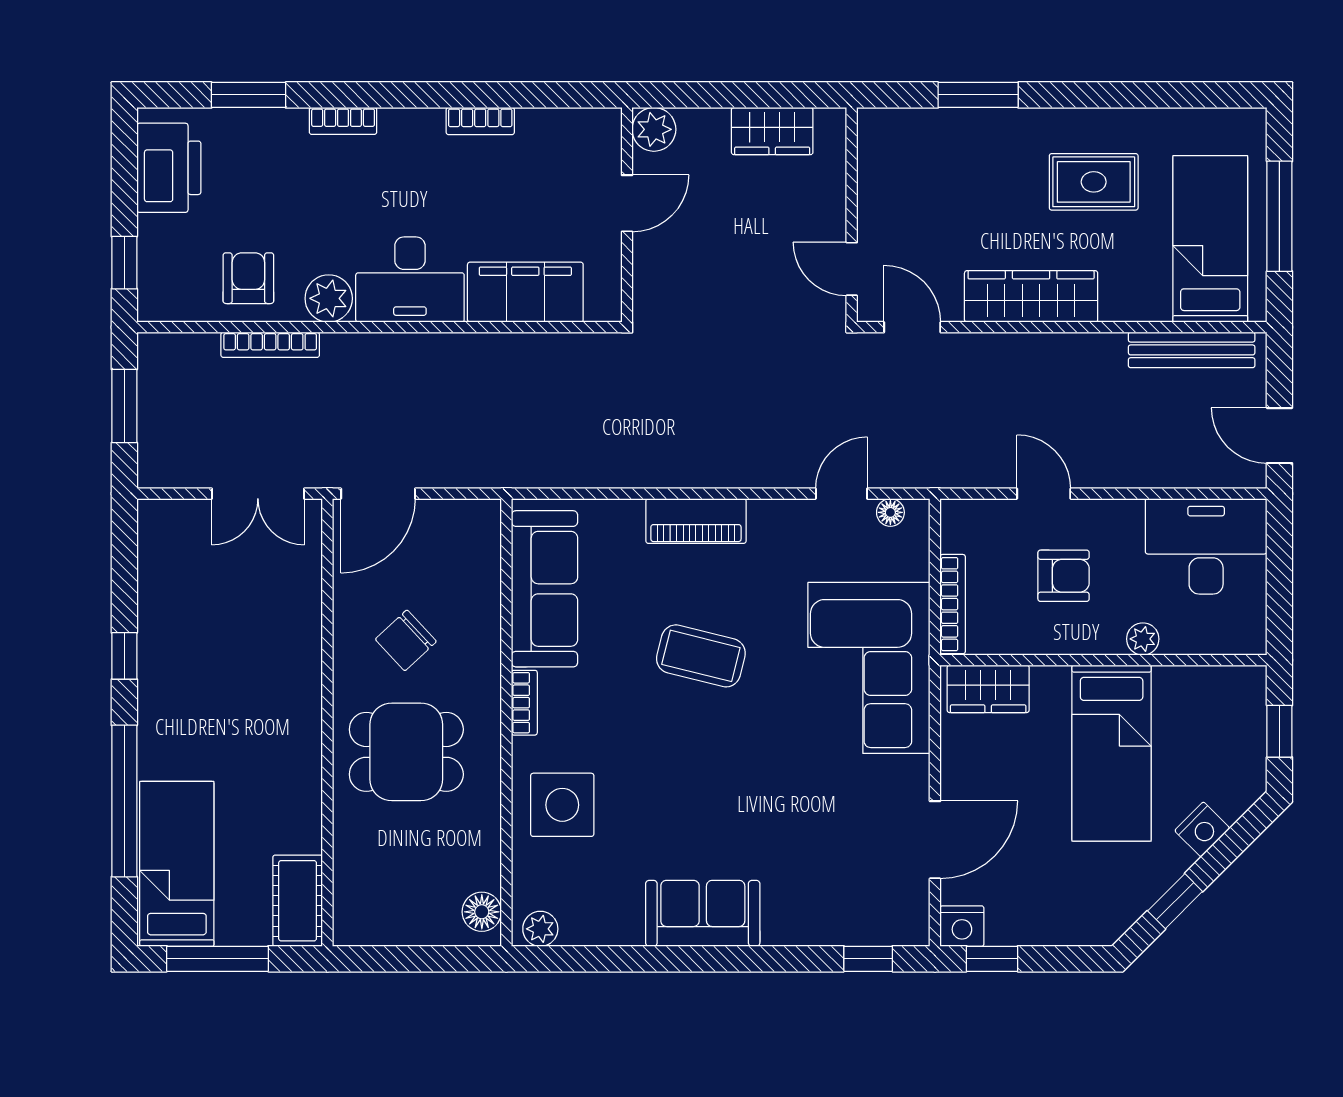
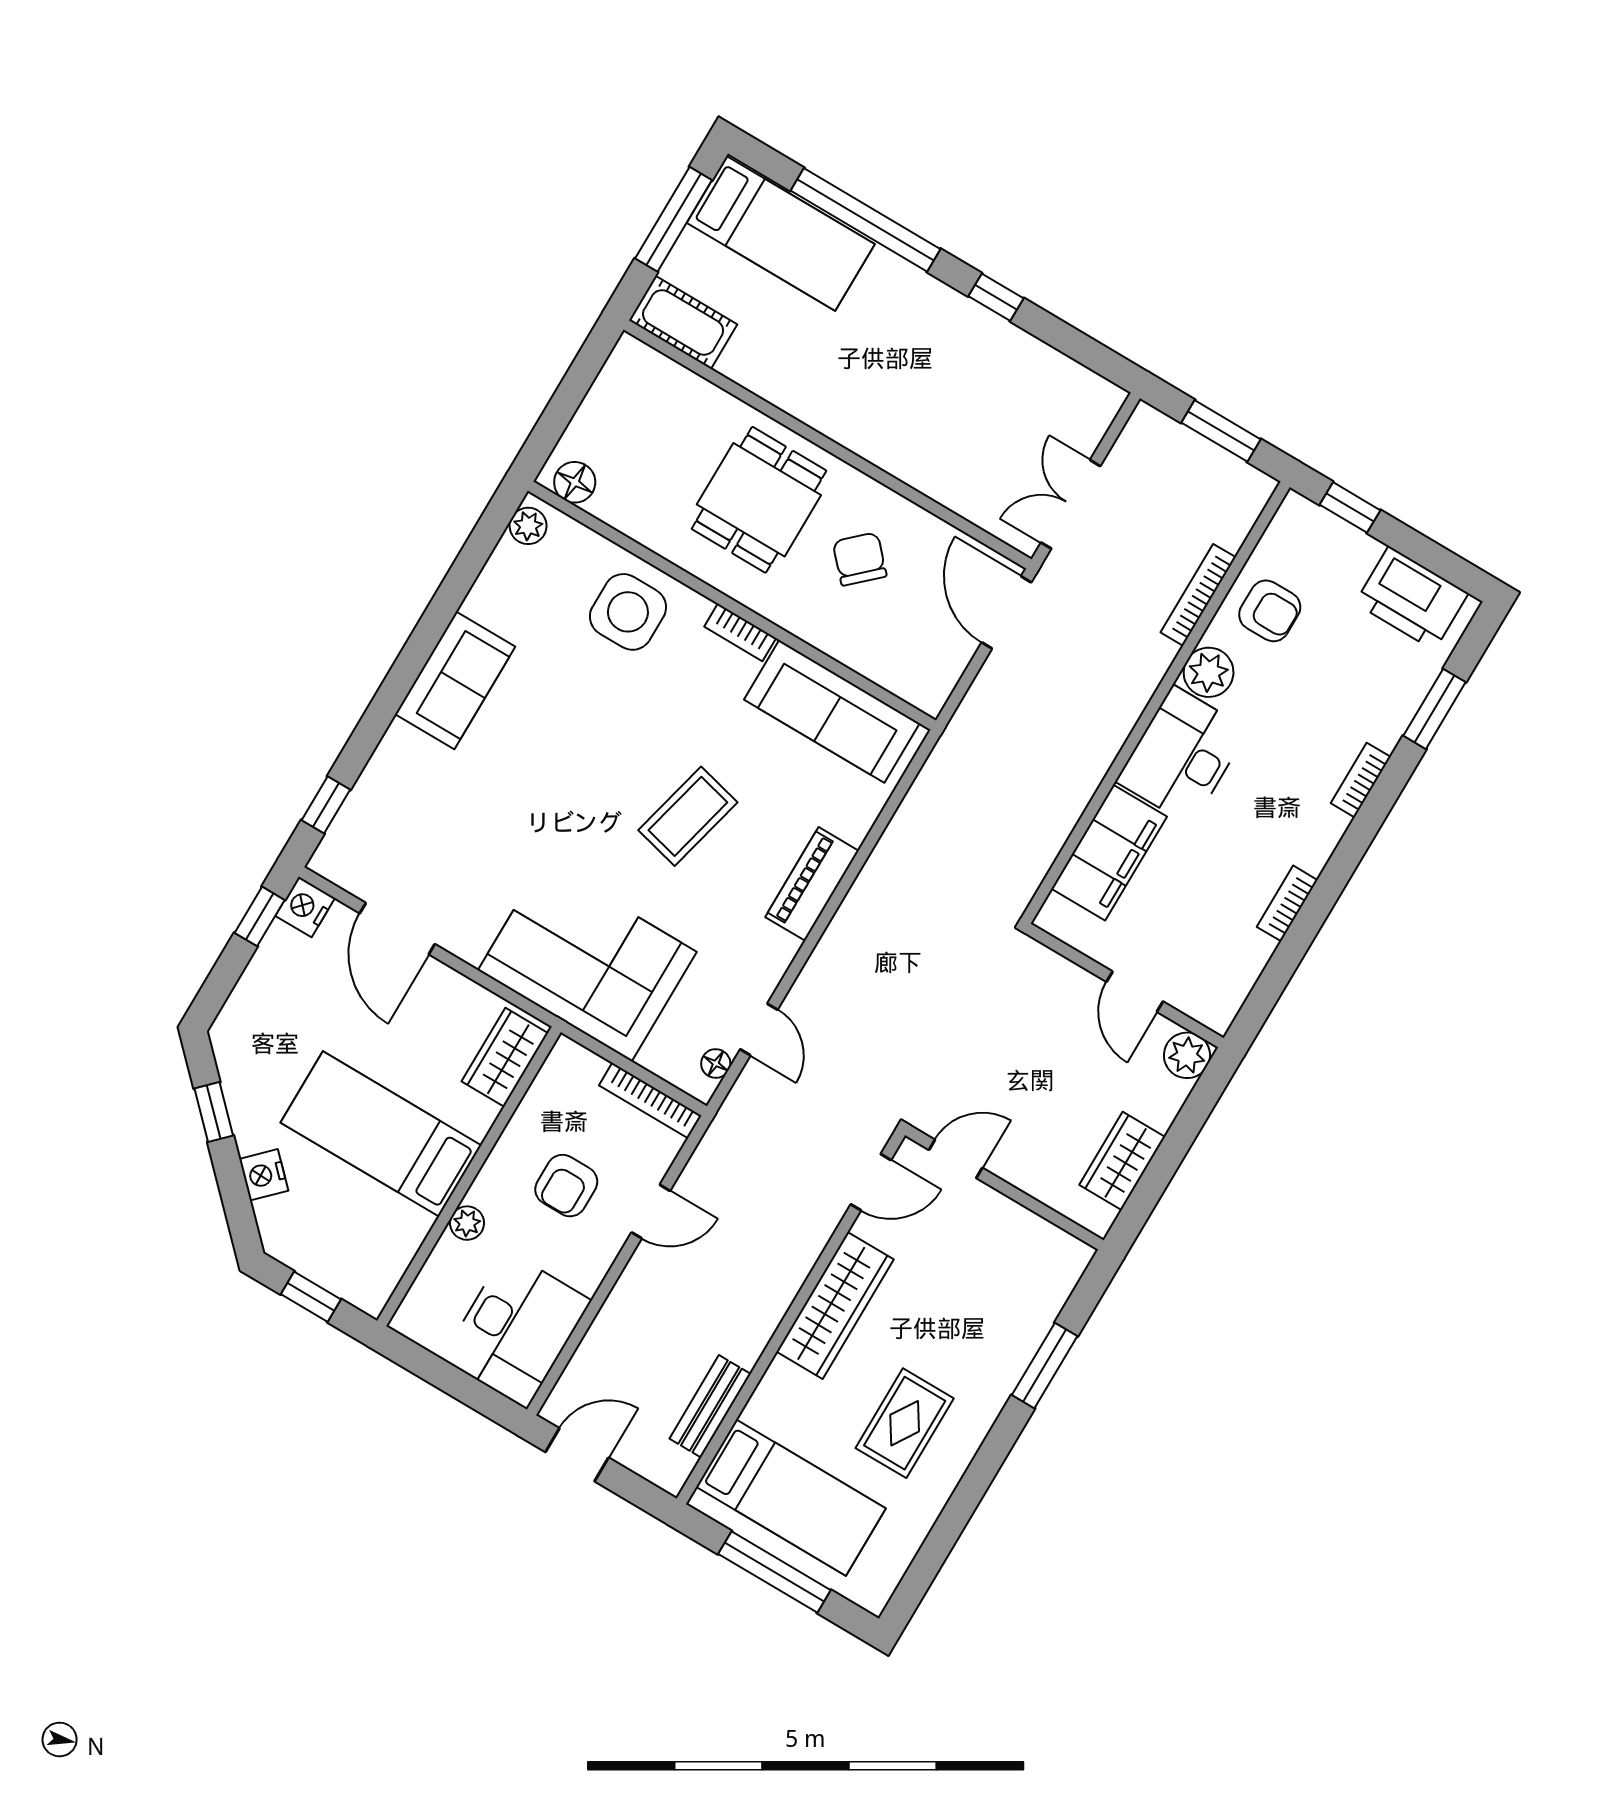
bench: (1192, 350) -> (710, 1406), width x0.73
bookcase: (953, 604) -> (650, 1100), moved

